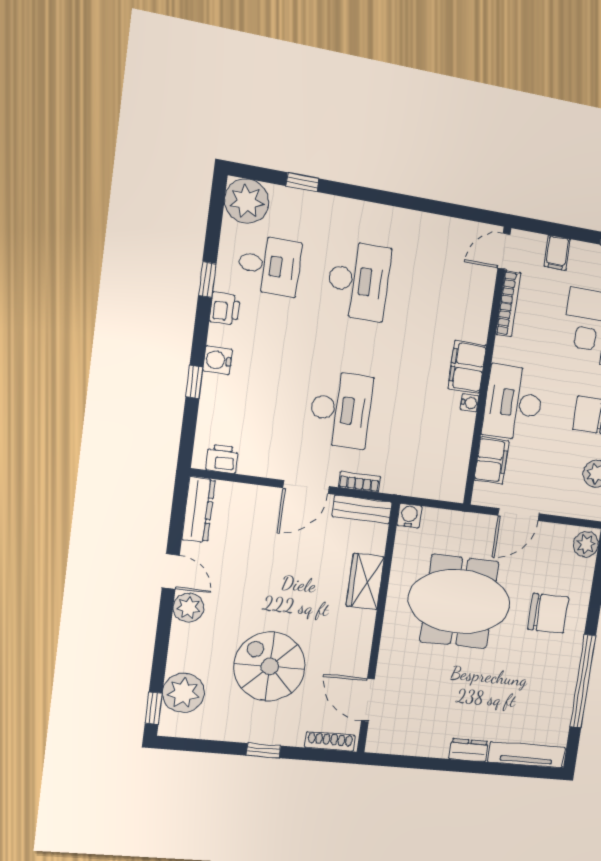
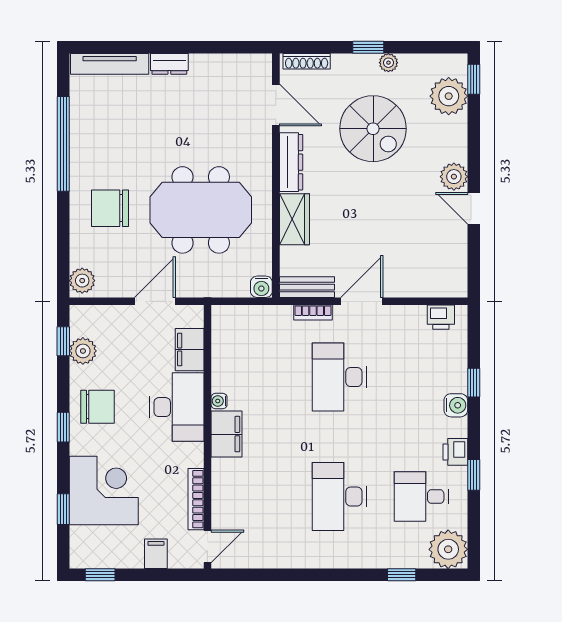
dresser: (198, 510) -> (291, 162), moved, turned 180
plant: (244, 733) -> (388, 63), added

